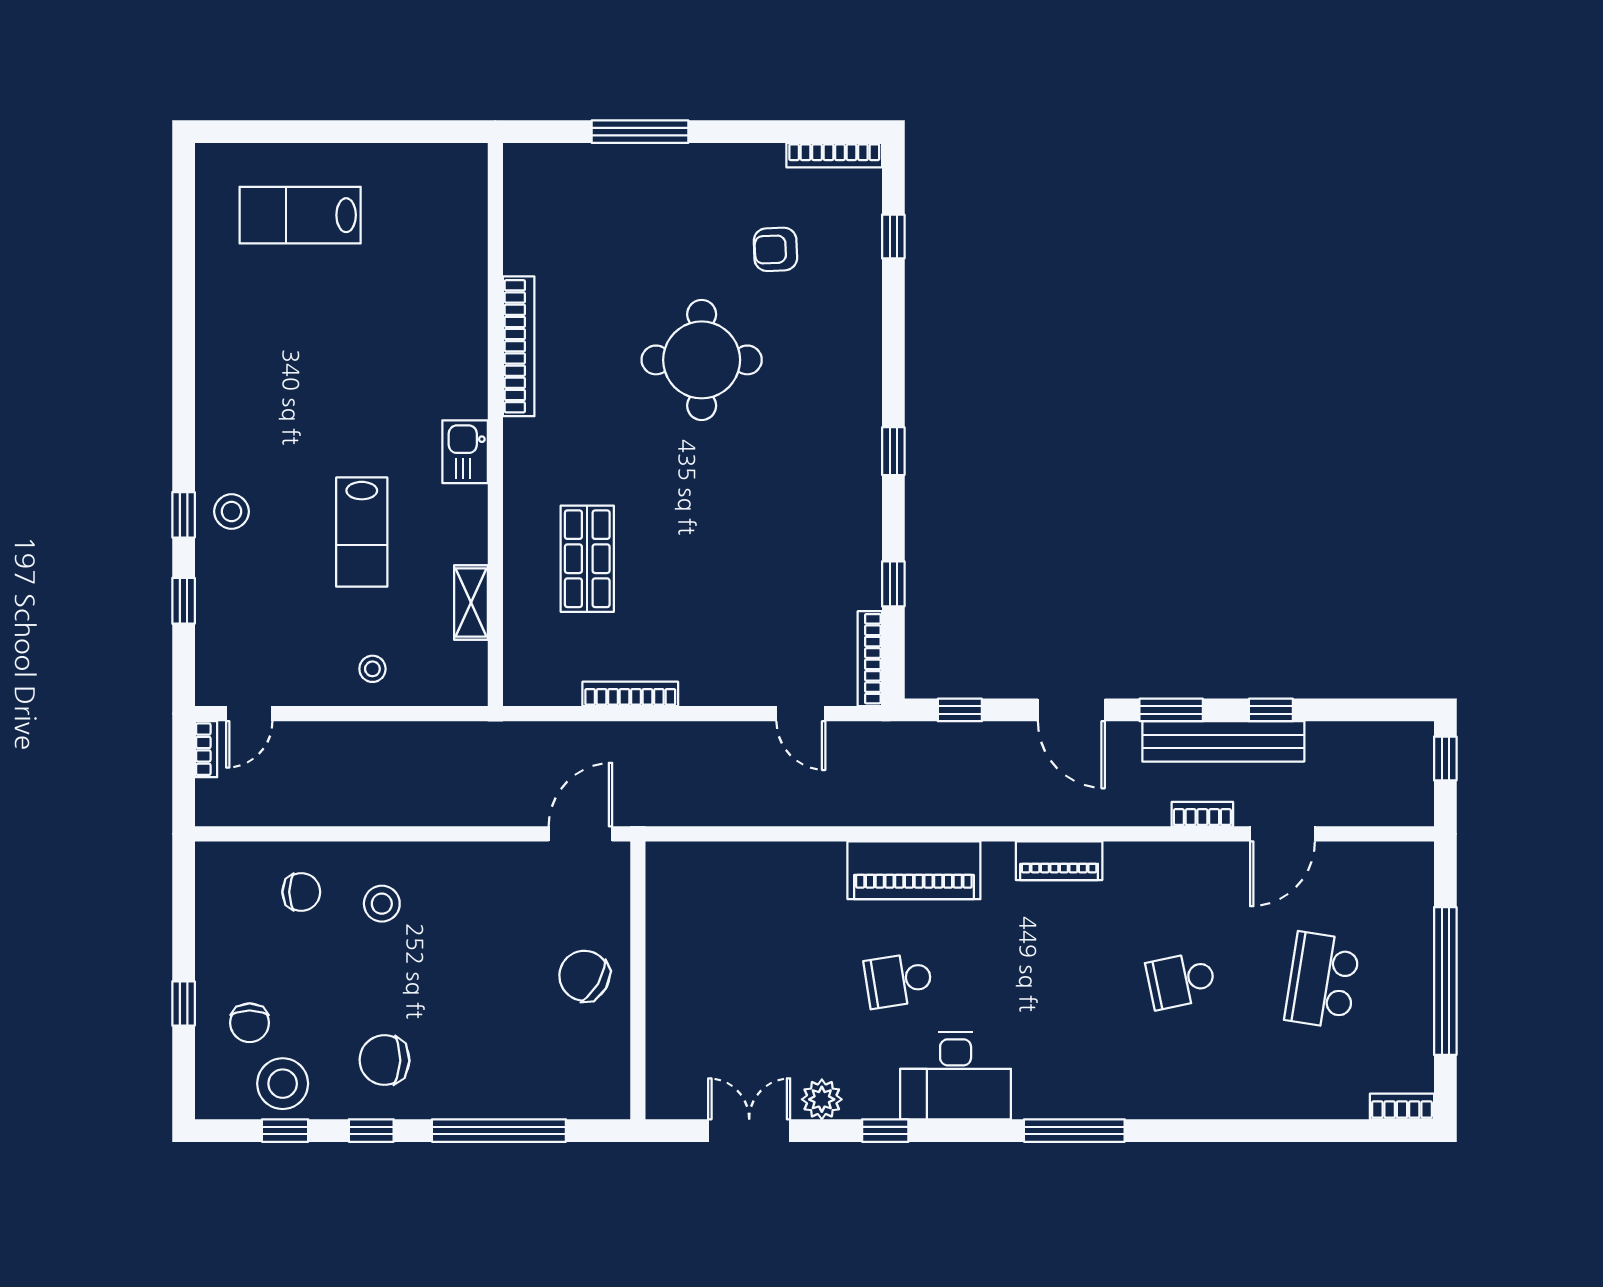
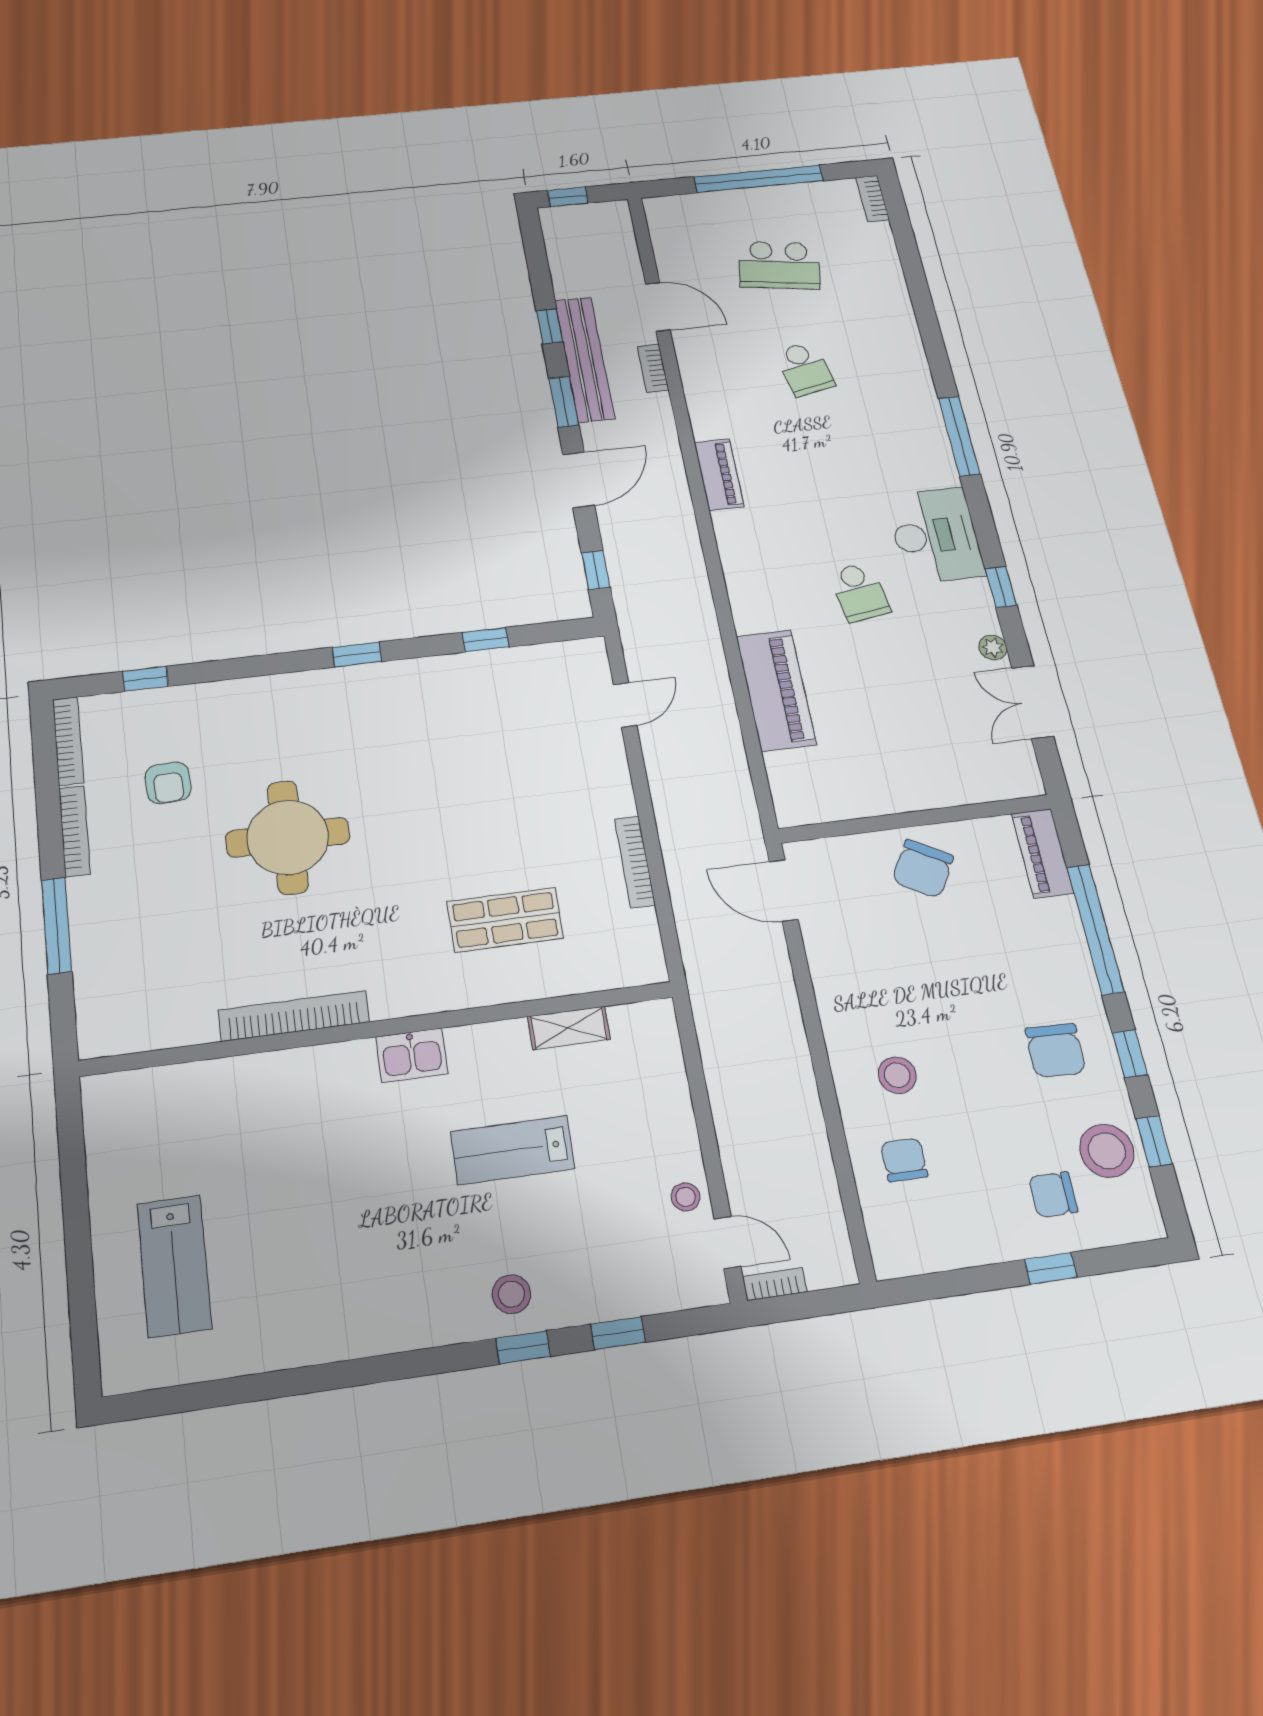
lab bench: (362, 532) -> (513, 1150), turned 180
bookcase: (870, 659) -> (75, 831), moved, turned -90
stool: (372, 669) -> (686, 1197), moved
piano: (914, 870) -> (776, 690), moved
chair: (250, 1023) -> (1053, 1195), turned 180
piano: (584, 1099) -> (1043, 853), added
plant: (822, 1099) -> (993, 647), width x0.73, depth x0.73

